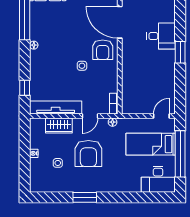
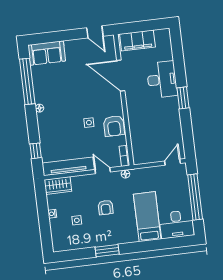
desk: (161, 36) -> (162, 79), width x1.37
armchair: (103, 50) -> (114, 126), moved
door: (90, 116) -> (103, 171), swing flipped
wardrobe: (59, 126) -> (58, 186), moved
bed: (151, 144) -> (147, 217), moved, turned 90
armchair: (88, 154) -> (106, 207), width x0.53, depth x0.53

